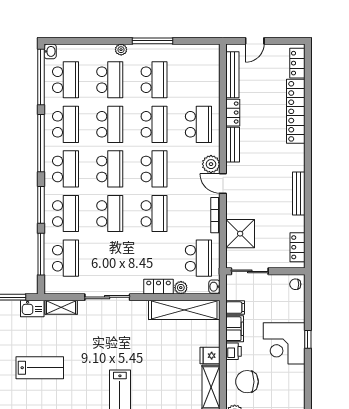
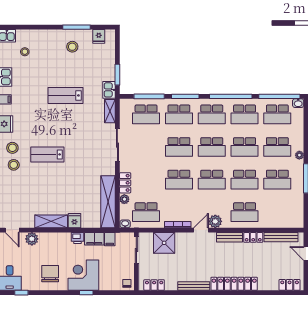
locker: (296, 111) -> (234, 284), moved
lab bench: (40, 368) -> (66, 95), turned 90
chair: (247, 382) -> (50, 274), moved

